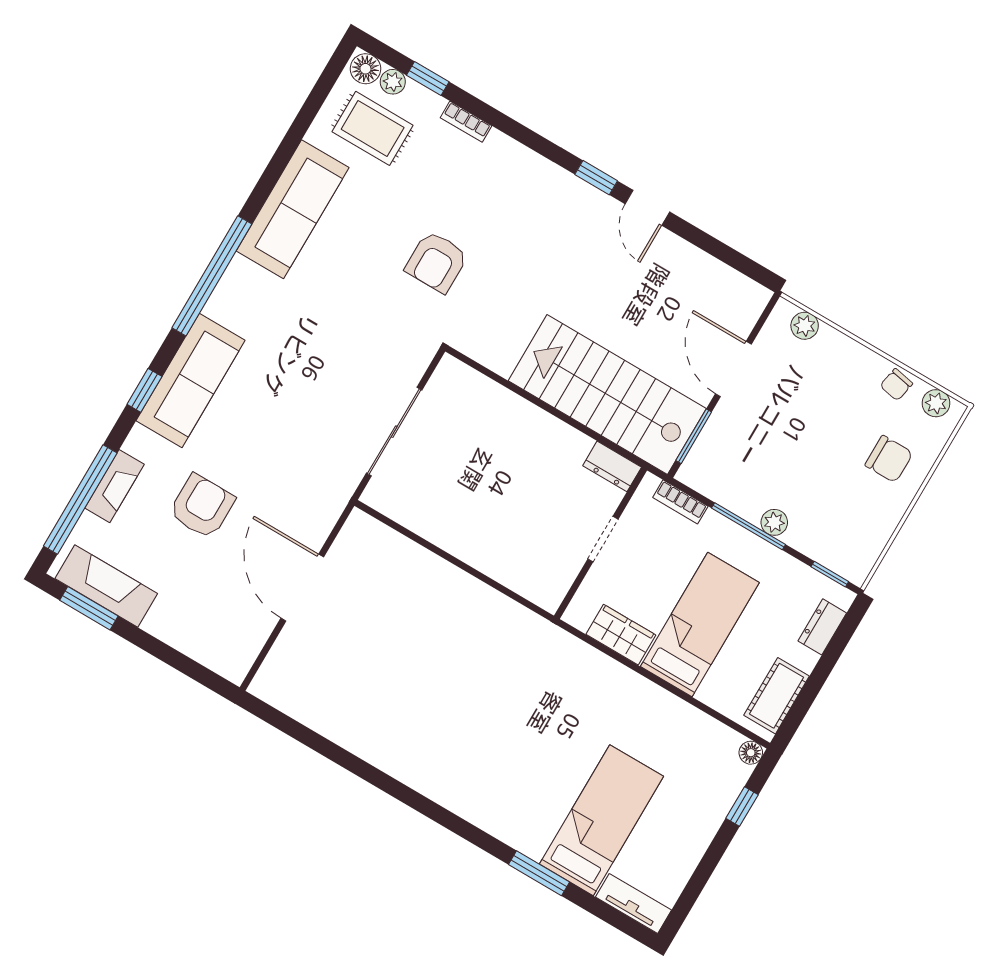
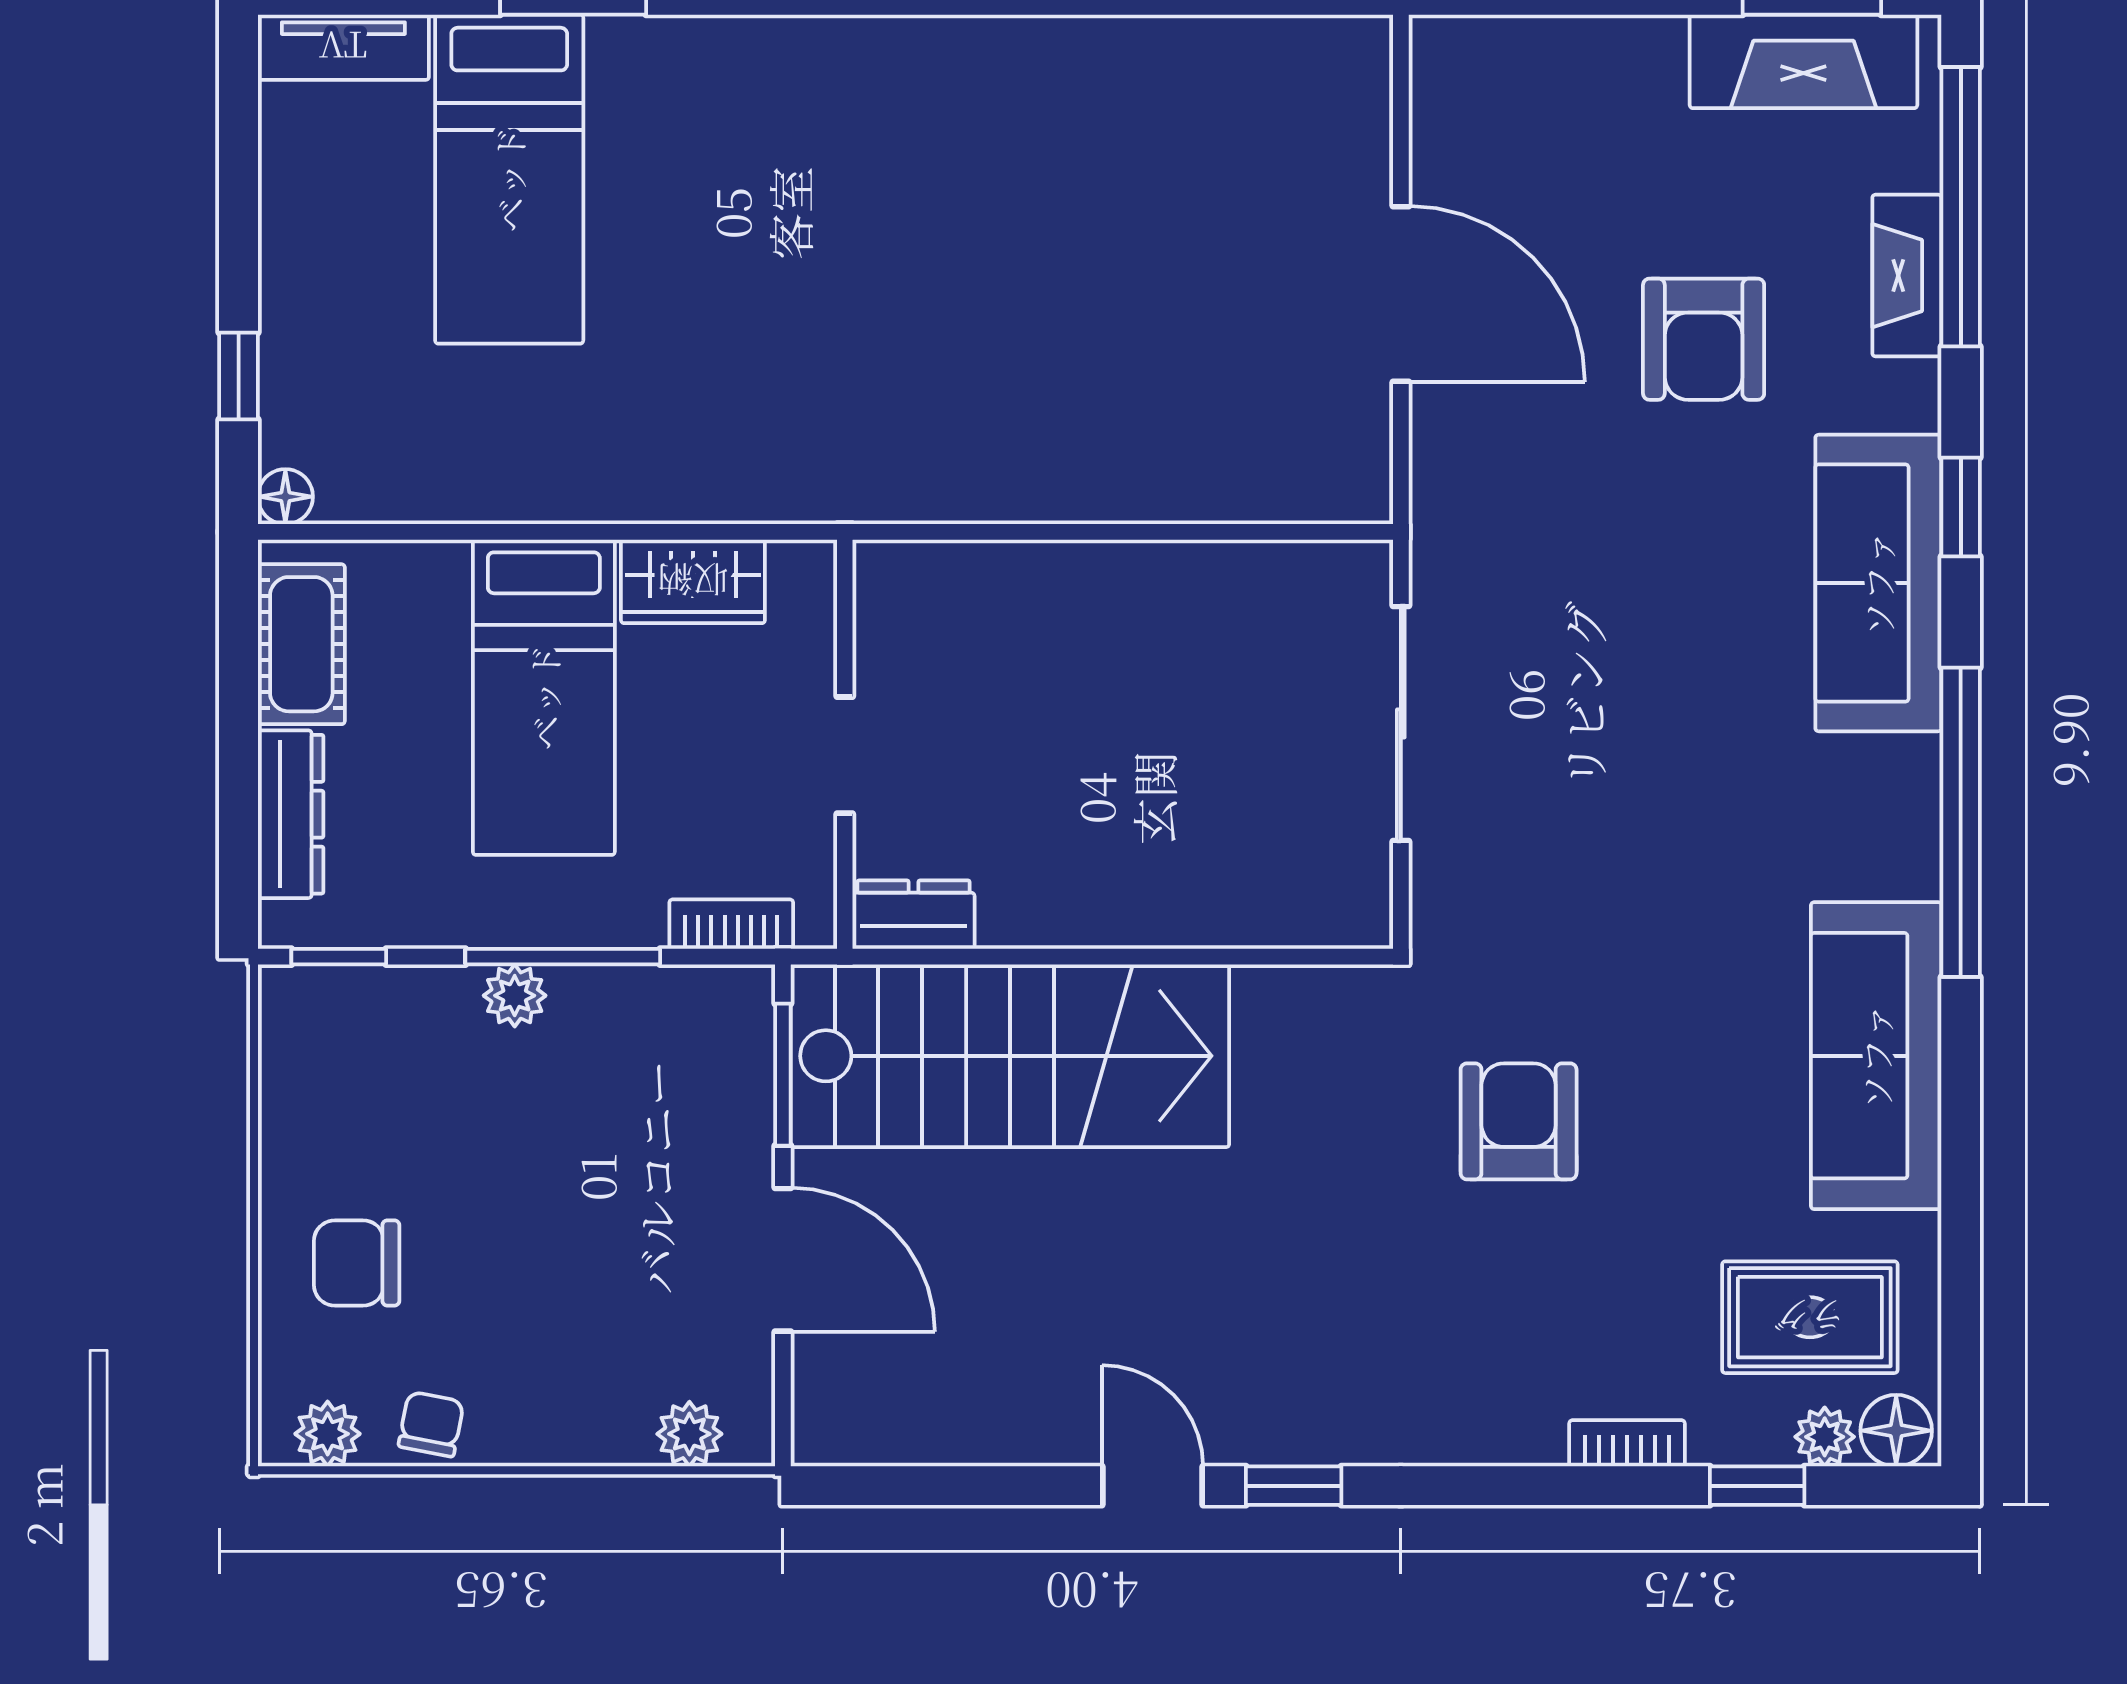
dresser: (822, 627) -> (291, 814), width x1.44

